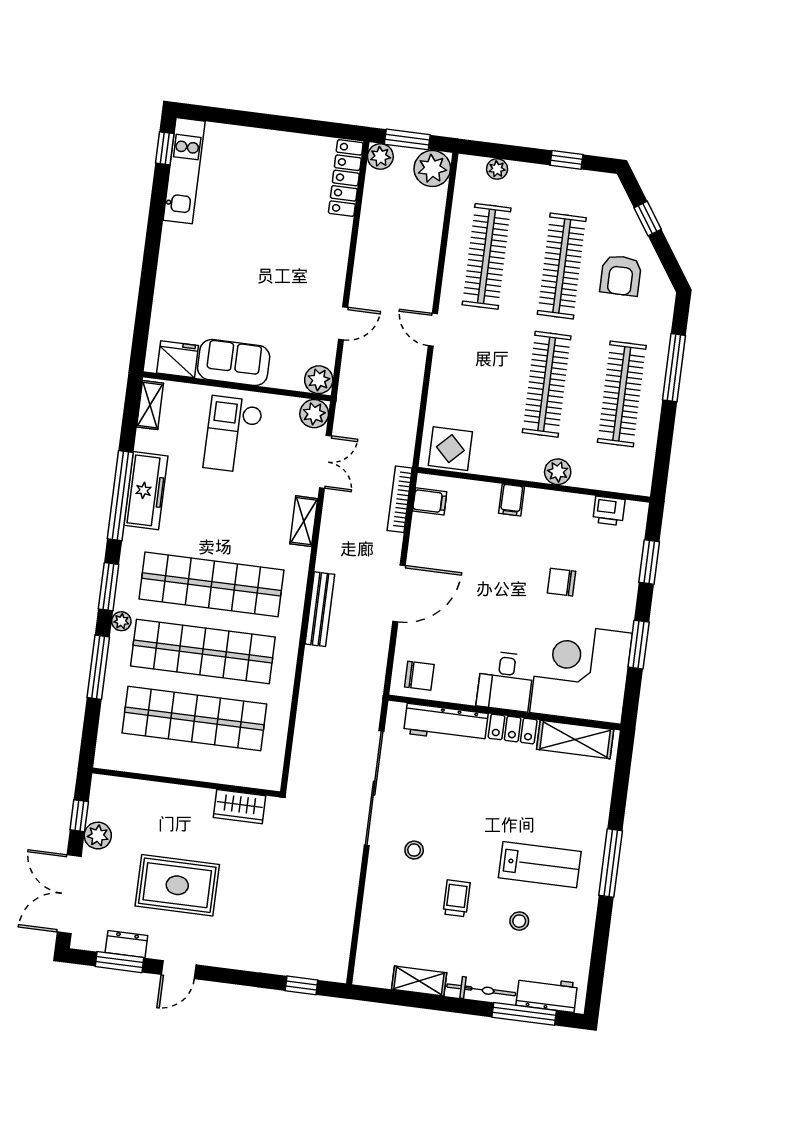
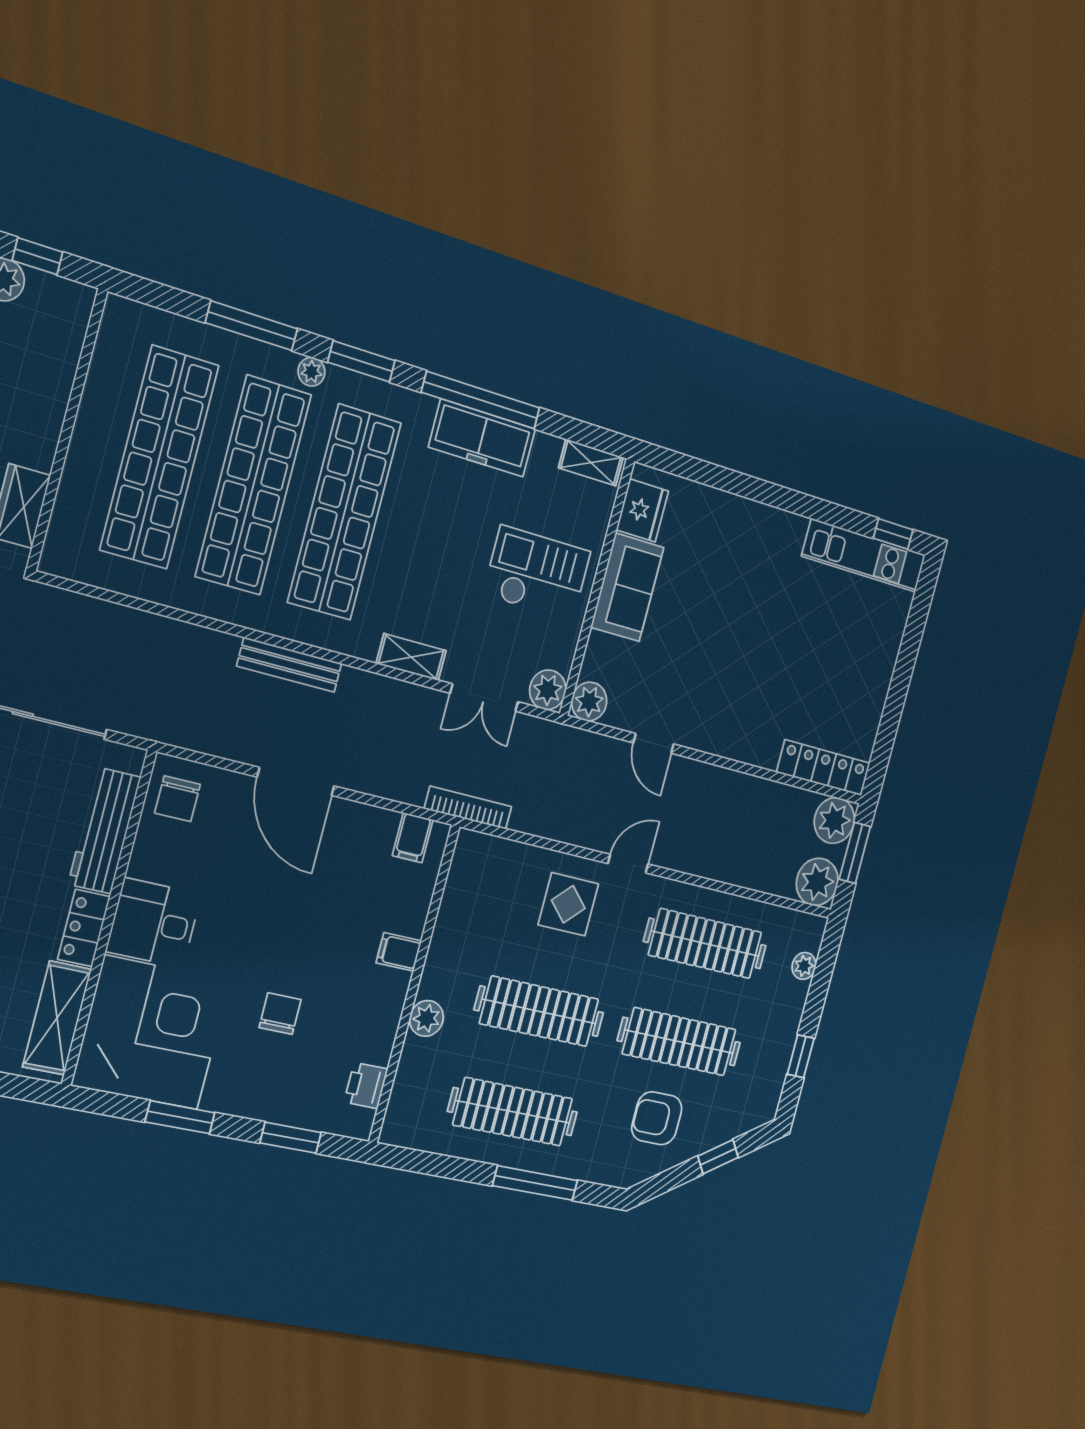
plant: (380, 156) -> (834, 820), width x1.36, depth x1.36
display table: (450, 449) -> (568, 904), moved
bookcase: (400, 499) -> (468, 808), moved

